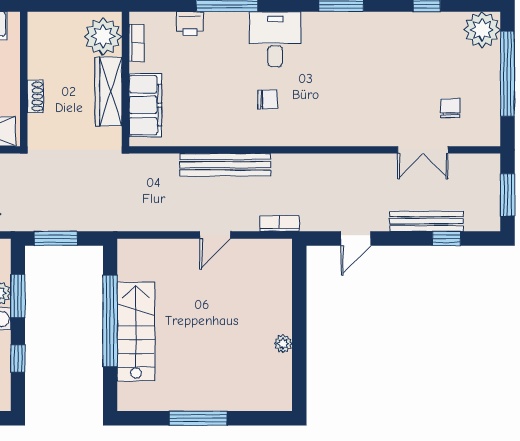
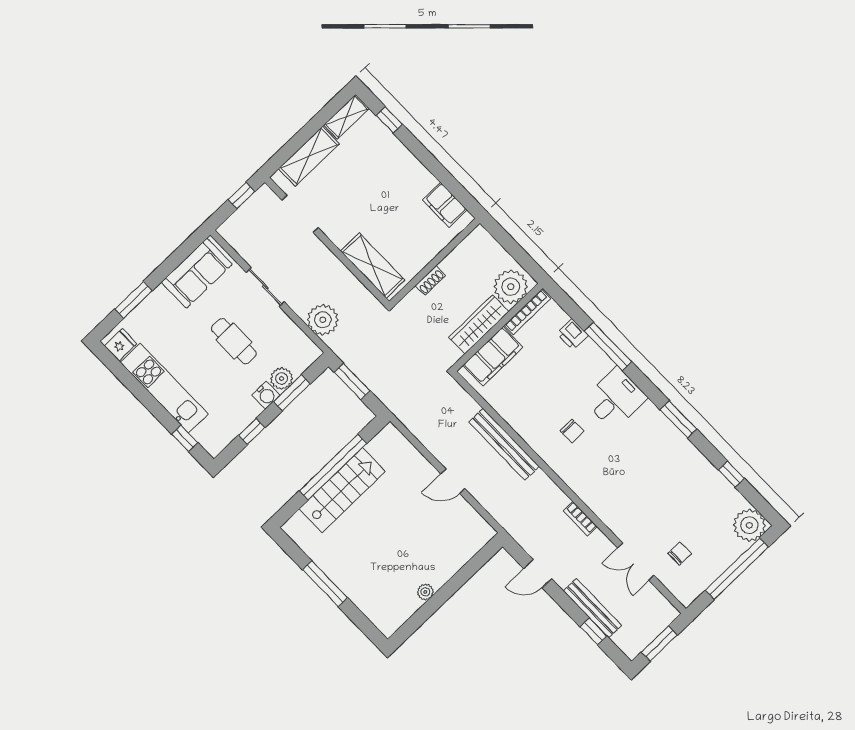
bookcase: (136, 43) -> (527, 312), width x1.56
bookcase: (280, 224) -> (580, 519), moved, turned 180

